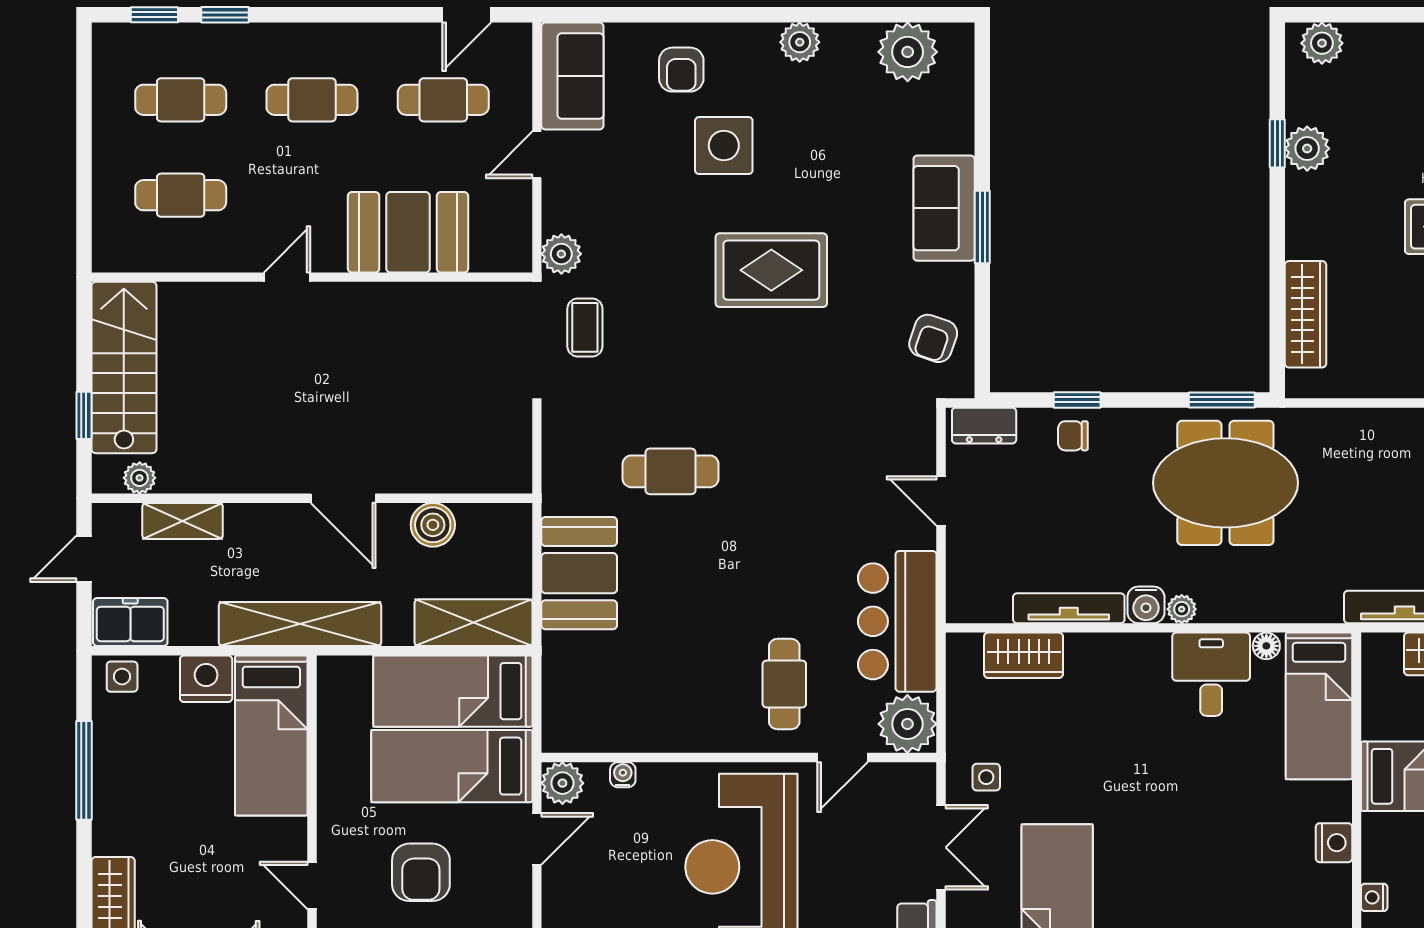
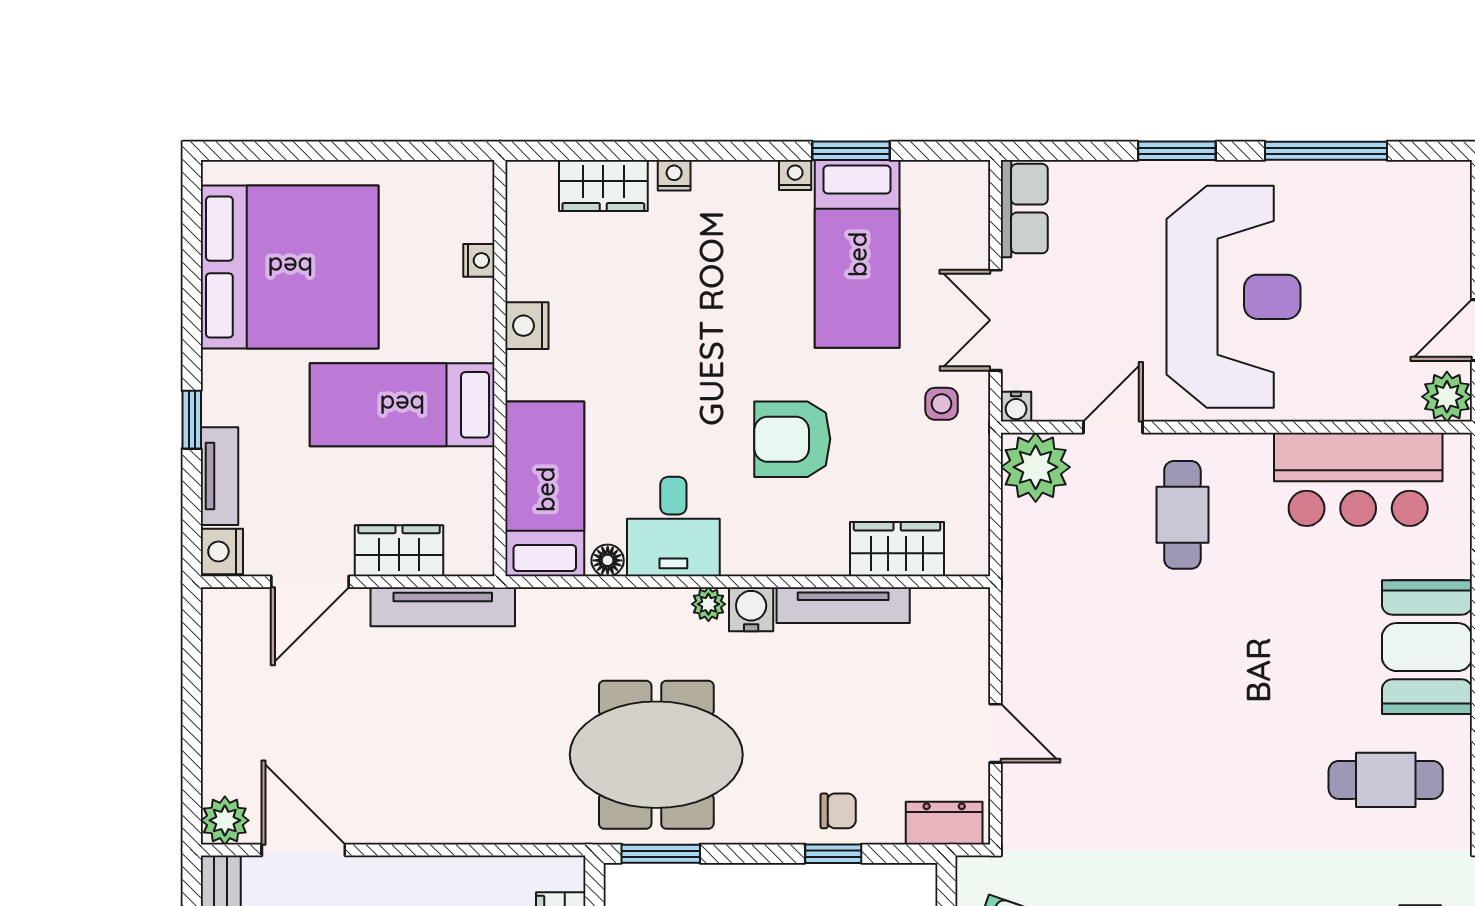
cafe table: (671, 471) -> (1386, 780), moved
bar counter: (897, 621) -> (1358, 479), moved, turned 90
armchair: (1111, 747) -> (792, 439), added
water cooler: (623, 775) -> (1016, 407), moved

